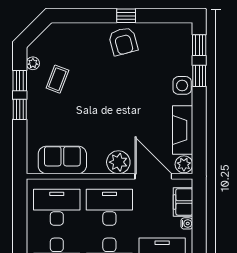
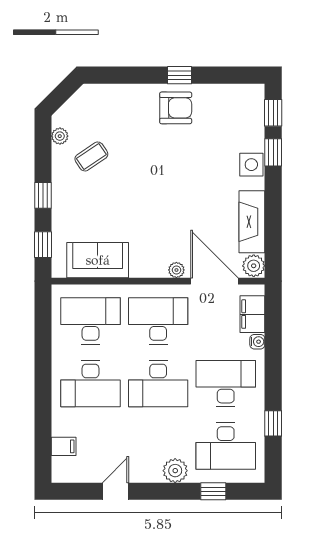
armchair: (123, 41) -> (176, 108), turned -75
coffee table: (57, 79) -> (91, 156), turned 35
window: (20, 81) -> (43, 245), moved
plant: (118, 162) -> (176, 270), width x0.53, depth x0.53

